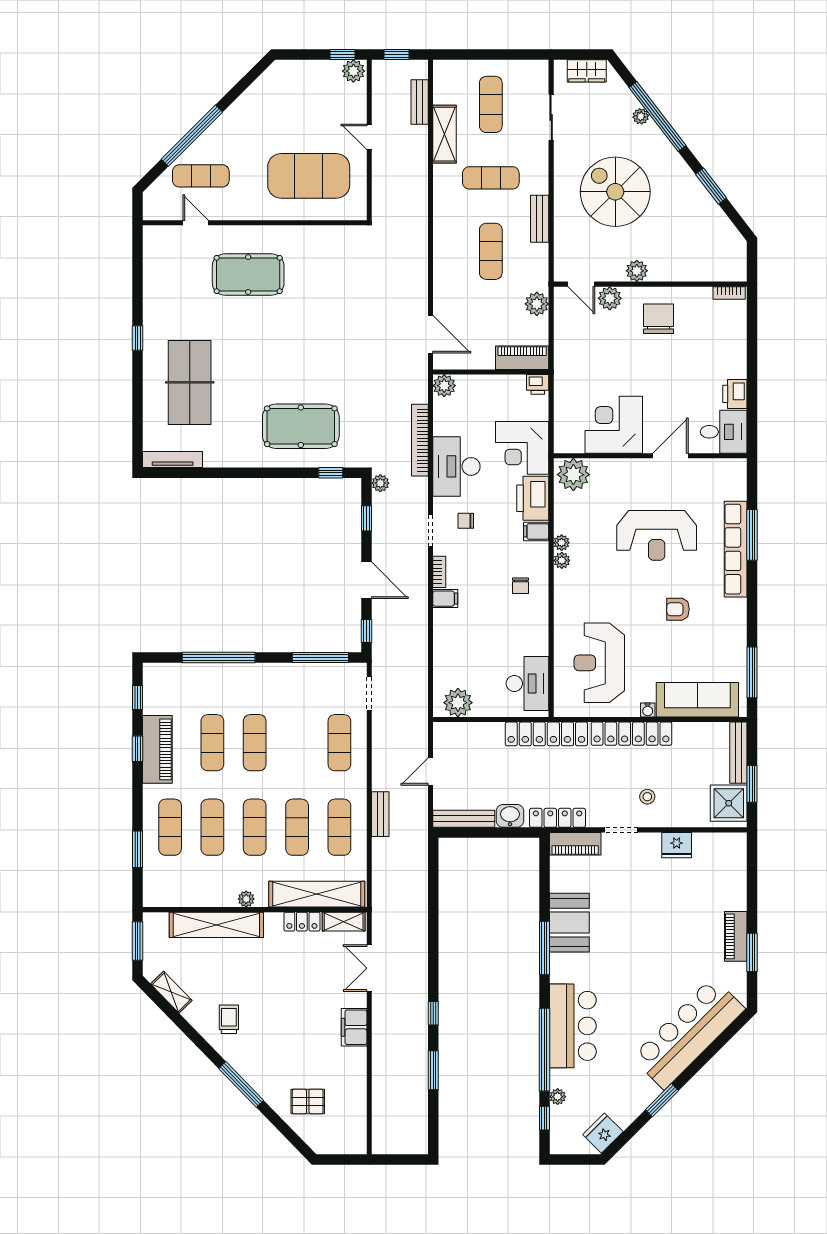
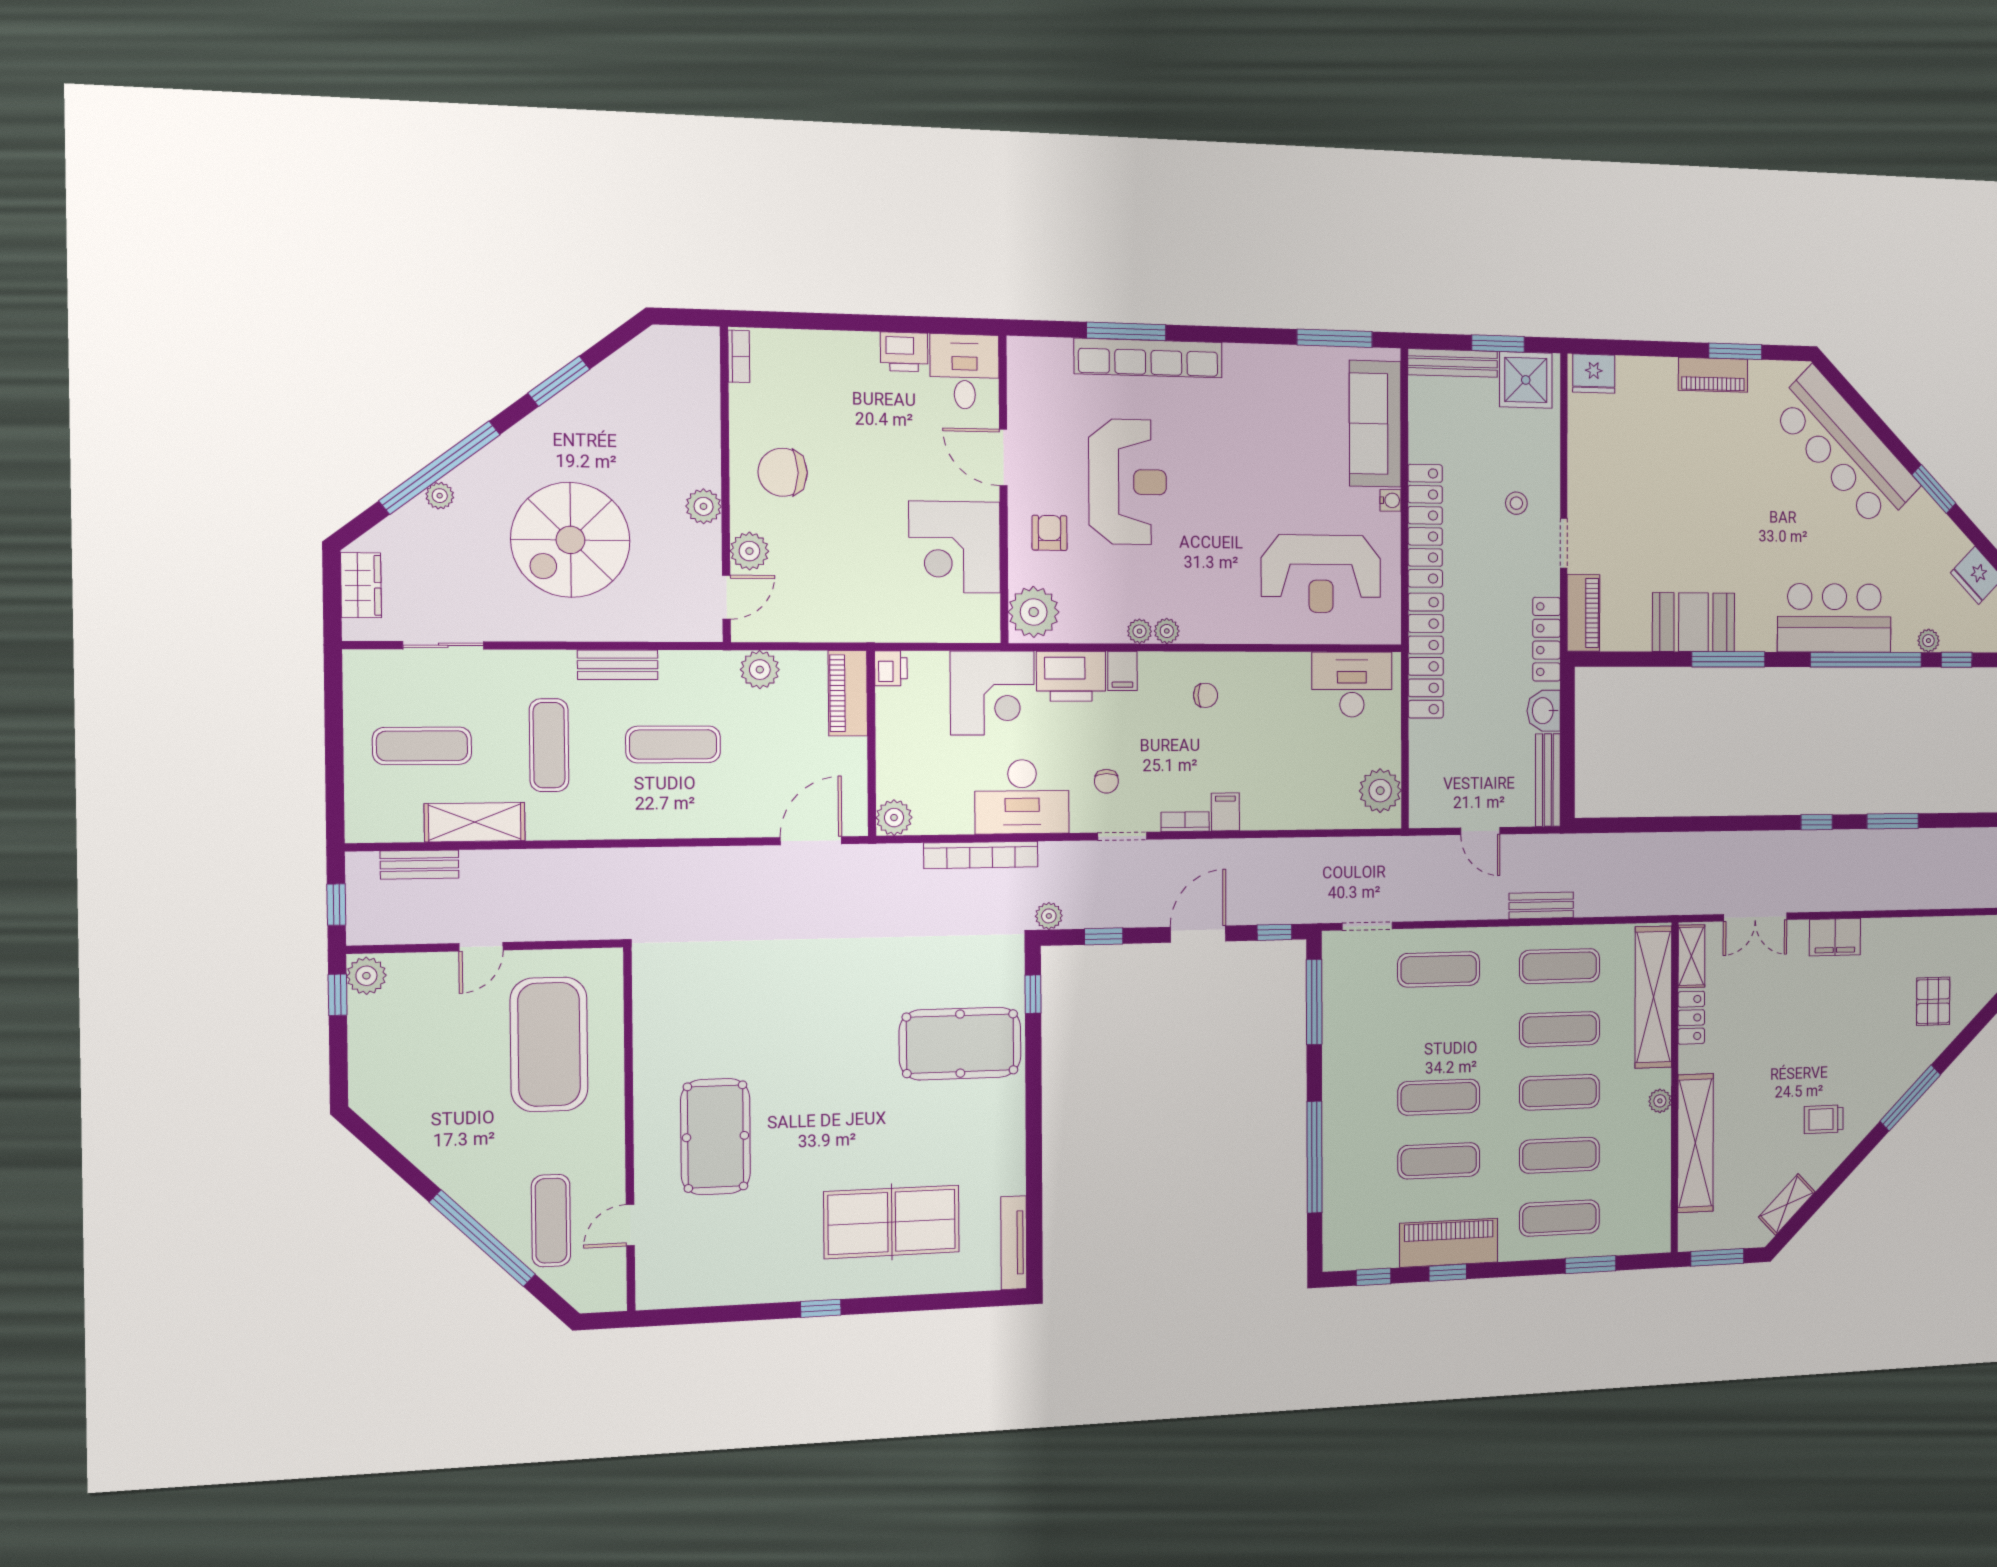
pool table: (301, 426) -> (960, 1044), turned 90
armchair: (678, 609) -> (1049, 533), moved, turned 180
fridge: (677, 845) -> (1594, 374), moved, turned 90

